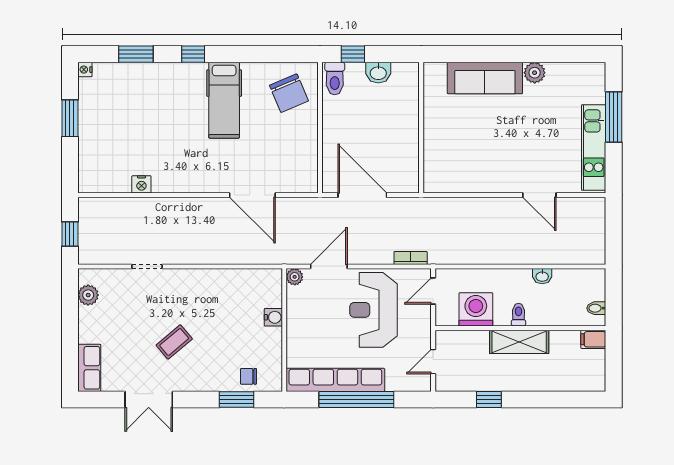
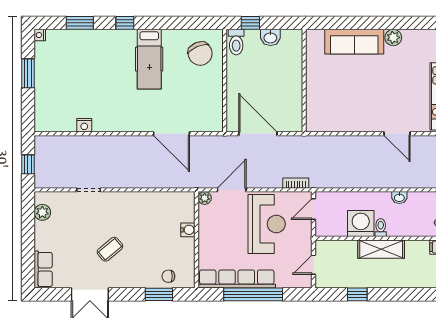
washing machine: (476, 309) -> (361, 224), moved
reception desk: (373, 310) -> (267, 224), turned 180

